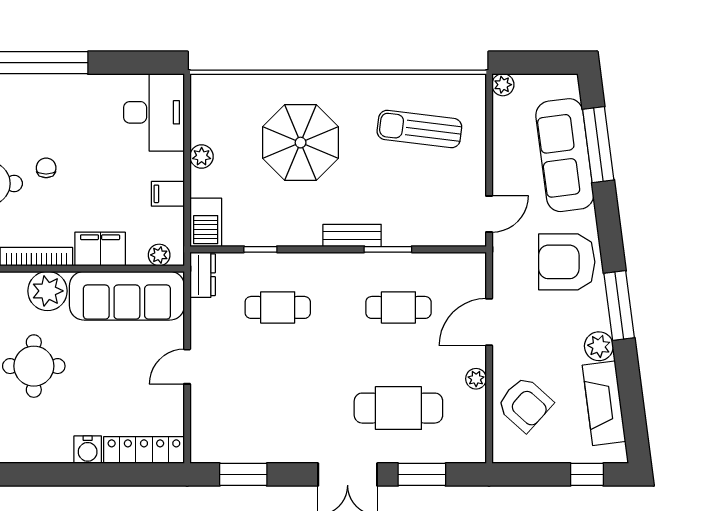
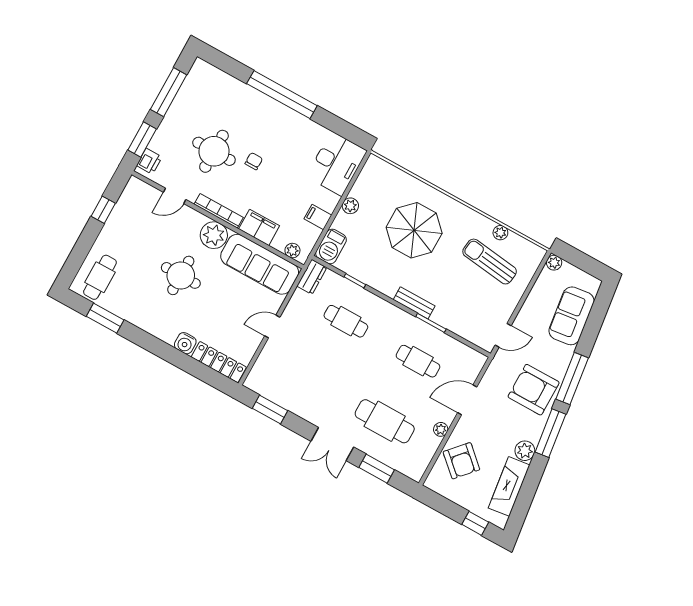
plant: (413, 84) -> (500, 233), added
window: (598, 145) -> (572, 379), moved
sofa: (565, 155) -> (571, 316), width x0.73

